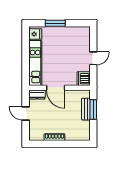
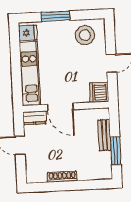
stool: (75, 38) -> (85, 35), added
window: (93, 110) -> (116, 151), moved

